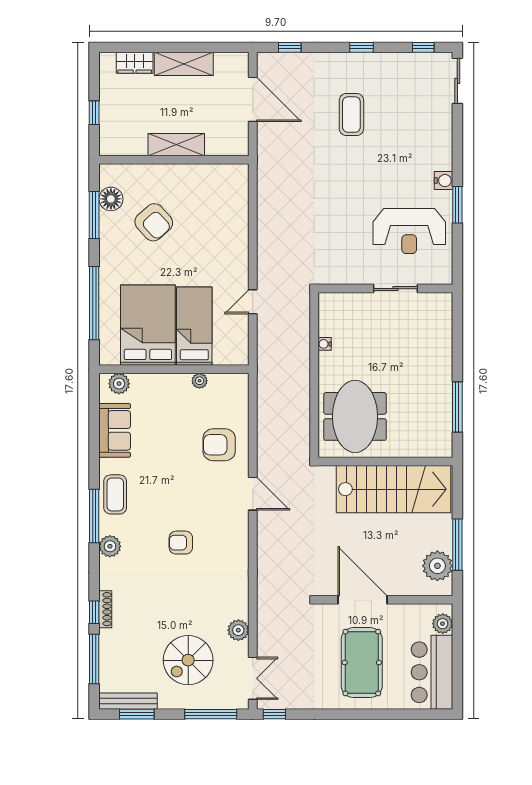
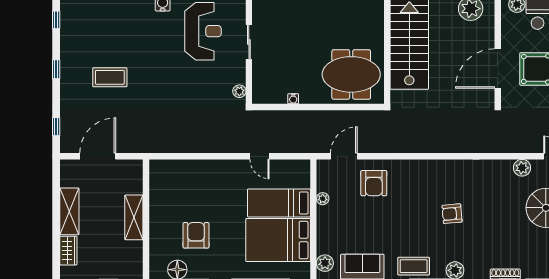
armchair: (154, 222) -> (196, 235), turned -48
plant: (334, 277) -> (239, 91), added
door: (253, 494) -> (344, 156), moved
armchair: (181, 543) -> (452, 214), turned 85

